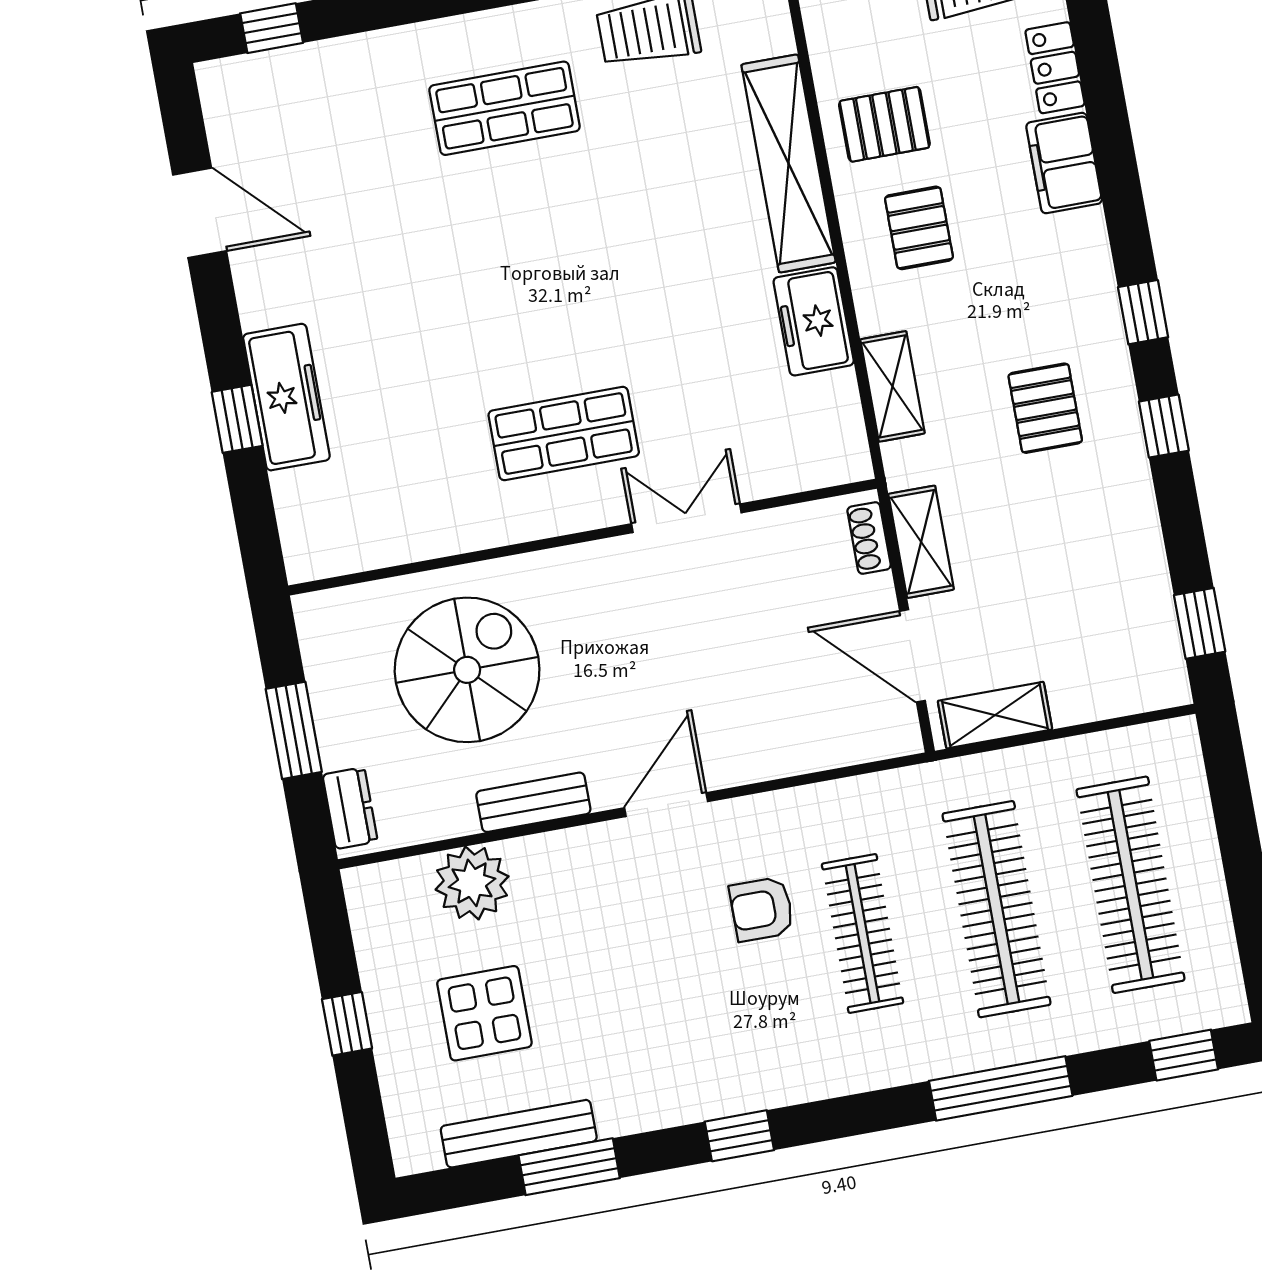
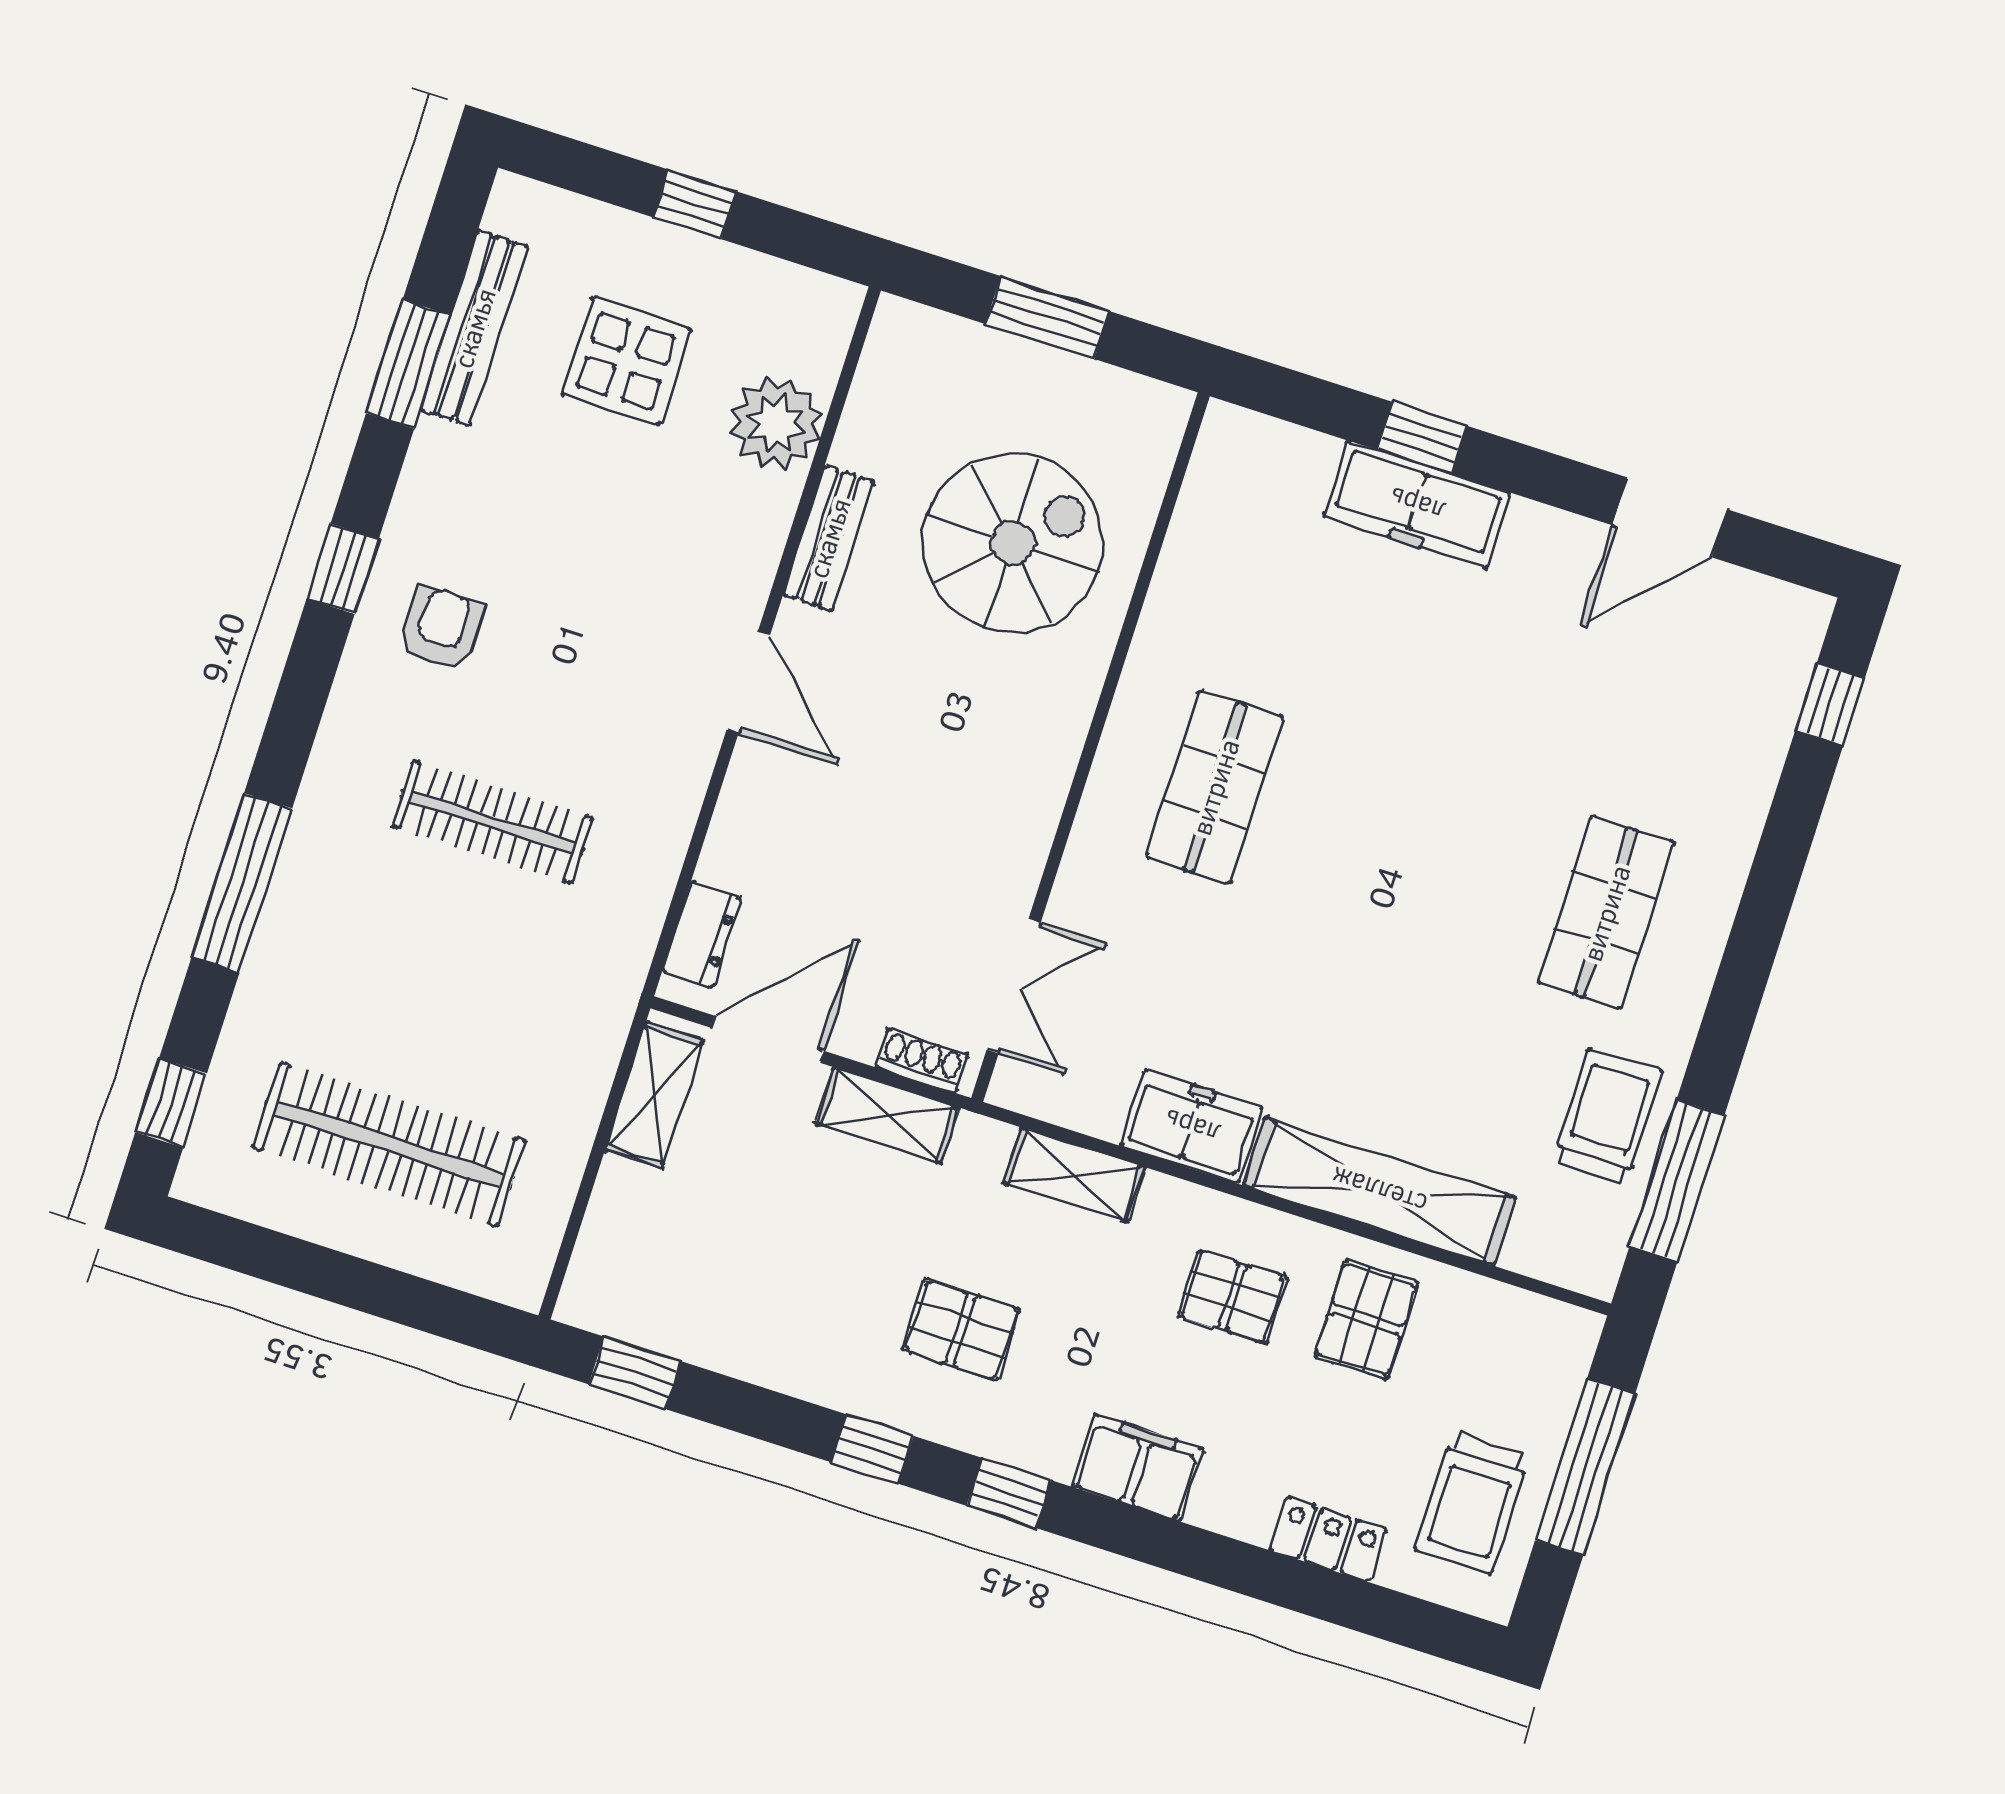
filing cabinet: (1064, 163) -> (1138, 1468), moved
double door: (686, 518) -> (1014, 986), moved
spiral stairs: (467, 670) -> (1012, 543), turned -90
dresser: (350, 808) -> (702, 934), moved, turned -90
armchair: (762, 909) -> (441, 628), moved
clothes rail: (996, 909) -> (441, 983), removed

